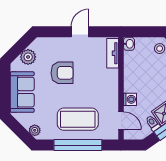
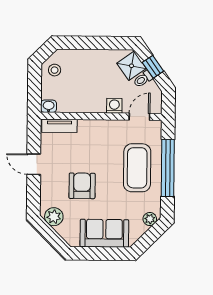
plant: (28, 57) -> (54, 217), moved

